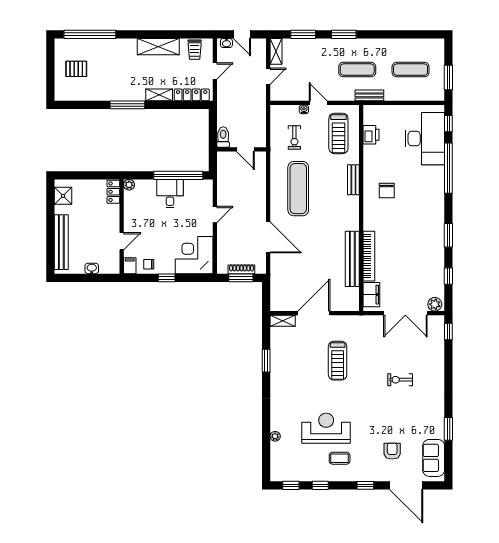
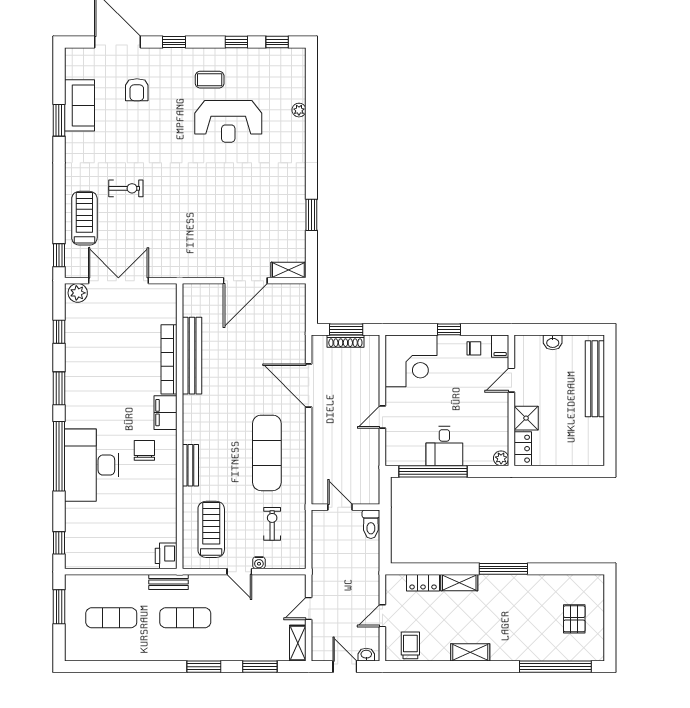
shelving: (158, 47) -> (470, 652), width x0.67, depth x0.75
pallet: (76, 69) -> (574, 619), turned 90
locker: (192, 95) -> (423, 583), width x0.66
printer: (371, 135) -> (166, 556), moved
desk: (425, 139) -> (92, 465), moved
window: (448, 168) -> (59, 456), moved
shower: (63, 196) -> (526, 418), moved
filing cabinet: (371, 295) -> (166, 413), moved
treadmill: (338, 361) -> (84, 218), moved
sofa: (434, 458) -> (79, 105), moved

